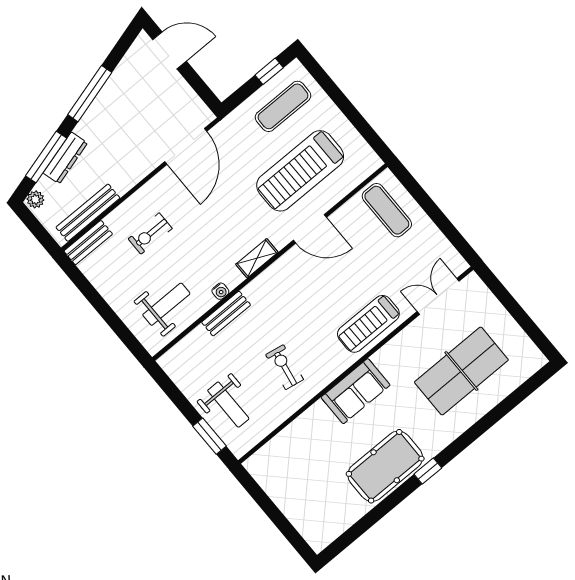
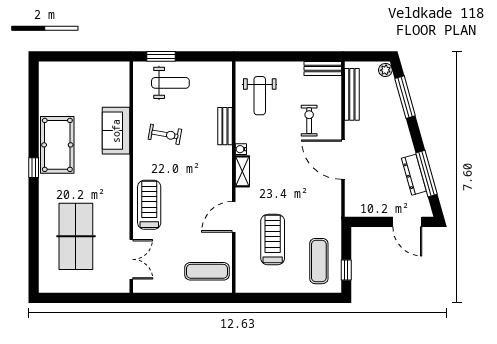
door: (170, 50) -> (407, 222), hinge flipped
window: (90, 94) -> (427, 174), moved
door: (186, 146) -> (343, 160), moved
dresser: (65, 158) -> (414, 175), moved
treadmill: (300, 171) -> (273, 240), width x0.73, depth x0.73
bench: (88, 243) -> (323, 68), moved, turned 90
water cooler: (220, 291) -> (241, 149), moved
sofa: (355, 391) -> (116, 131), moved
weight bench: (228, 405) -> (170, 83), turned 180

